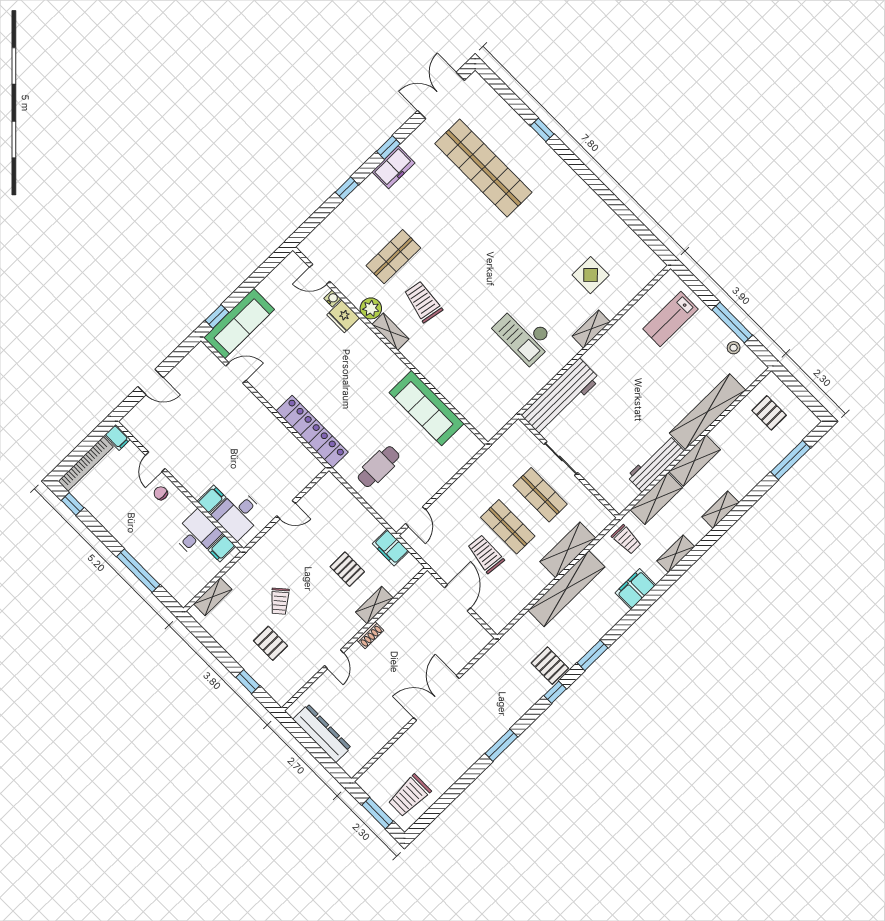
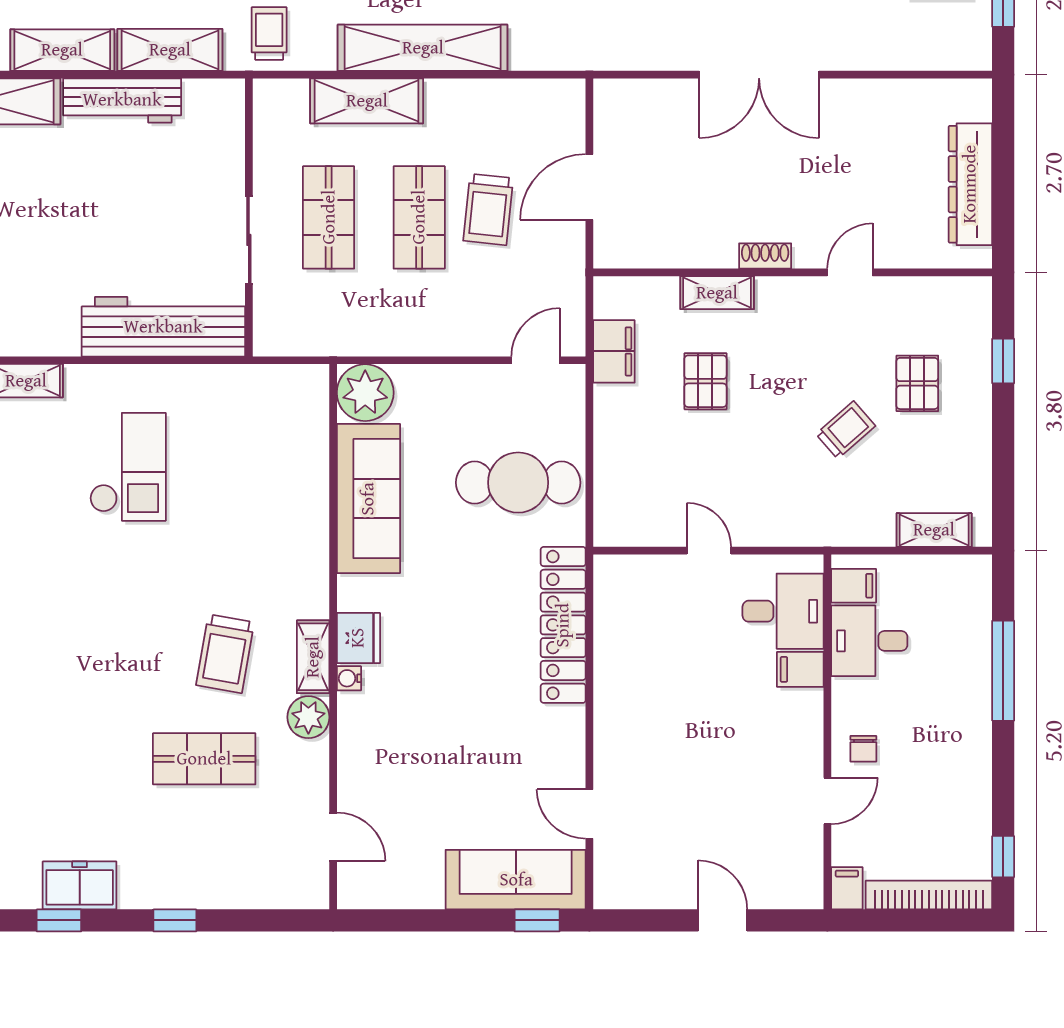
water cooler: (332, 299) -> (349, 678), moved
fridge: (343, 316) -> (358, 638), moved
plant: (465, 445) -> (365, 393), added
cafe table: (379, 467) -> (518, 483), width x1.37, depth x1.35

